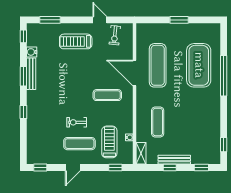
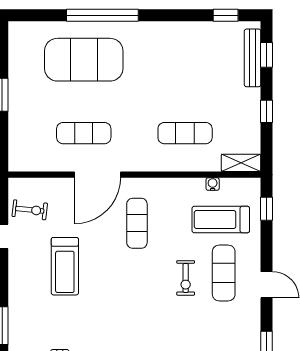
treadmill: (76, 41) -> (65, 266), moved
exercise mat: (158, 65) -> (84, 133), width x0.73, depth x0.69
bench: (174, 160) -> (253, 58), moved

